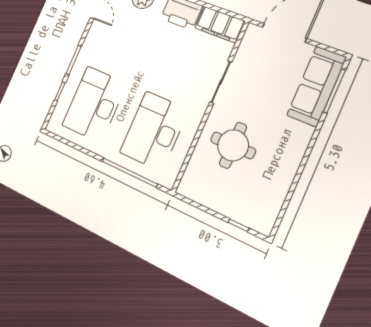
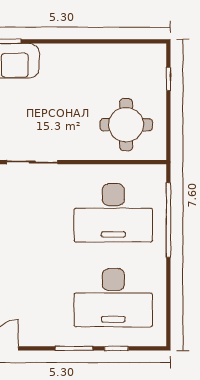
round table: (233, 145) -> (126, 125), moved

